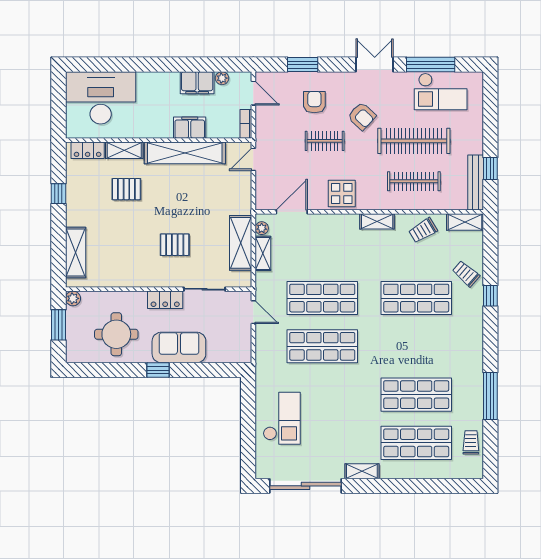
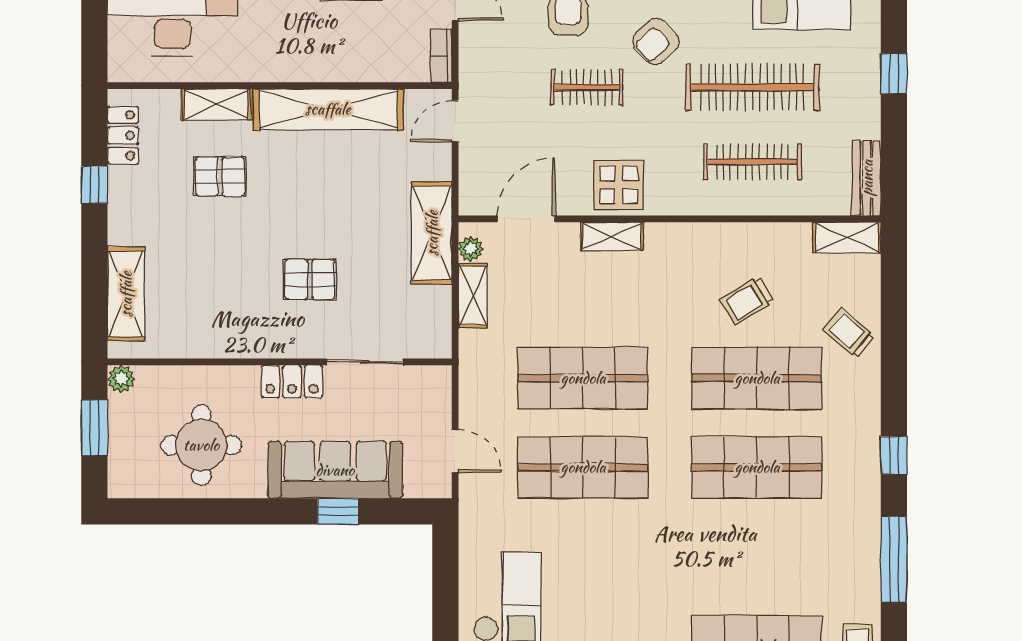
armchair: (362, 116) -> (656, 41), turned 94
filing cabinet: (190, 128) -> (337, 63), removed
locker: (88, 150) -> (123, 135), moved, turned -90
window: (490, 168) -> (894, 74), moved
bench: (476, 183) -> (867, 178), width x0.73
shelving: (377, 221) -> (612, 236), moved
trolley: (423, 230) -> (747, 301), moved
shelving: (241, 243) -> (432, 233), moved
window: (490, 296) -> (894, 455), moved
door: (253, 312) -> (455, 451), moved
sofa: (179, 348) -> (335, 470), width x1.36
window: (158, 370) -> (338, 511), moved
shop shelf: (416, 395) -> (757, 467), moved

